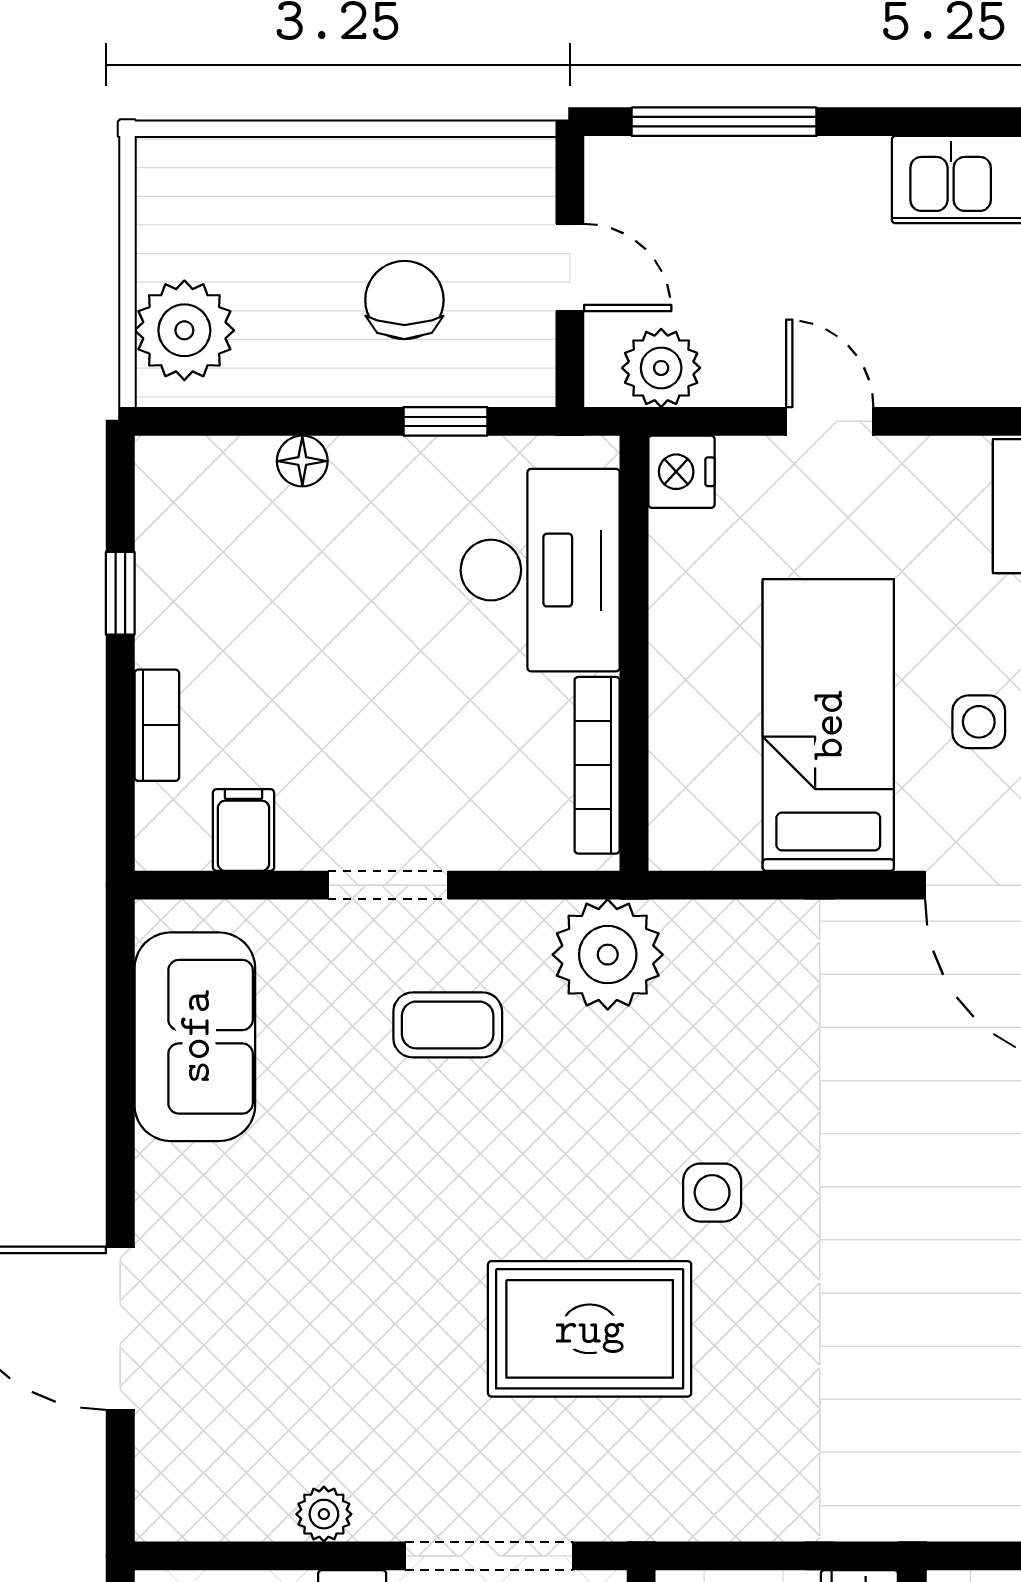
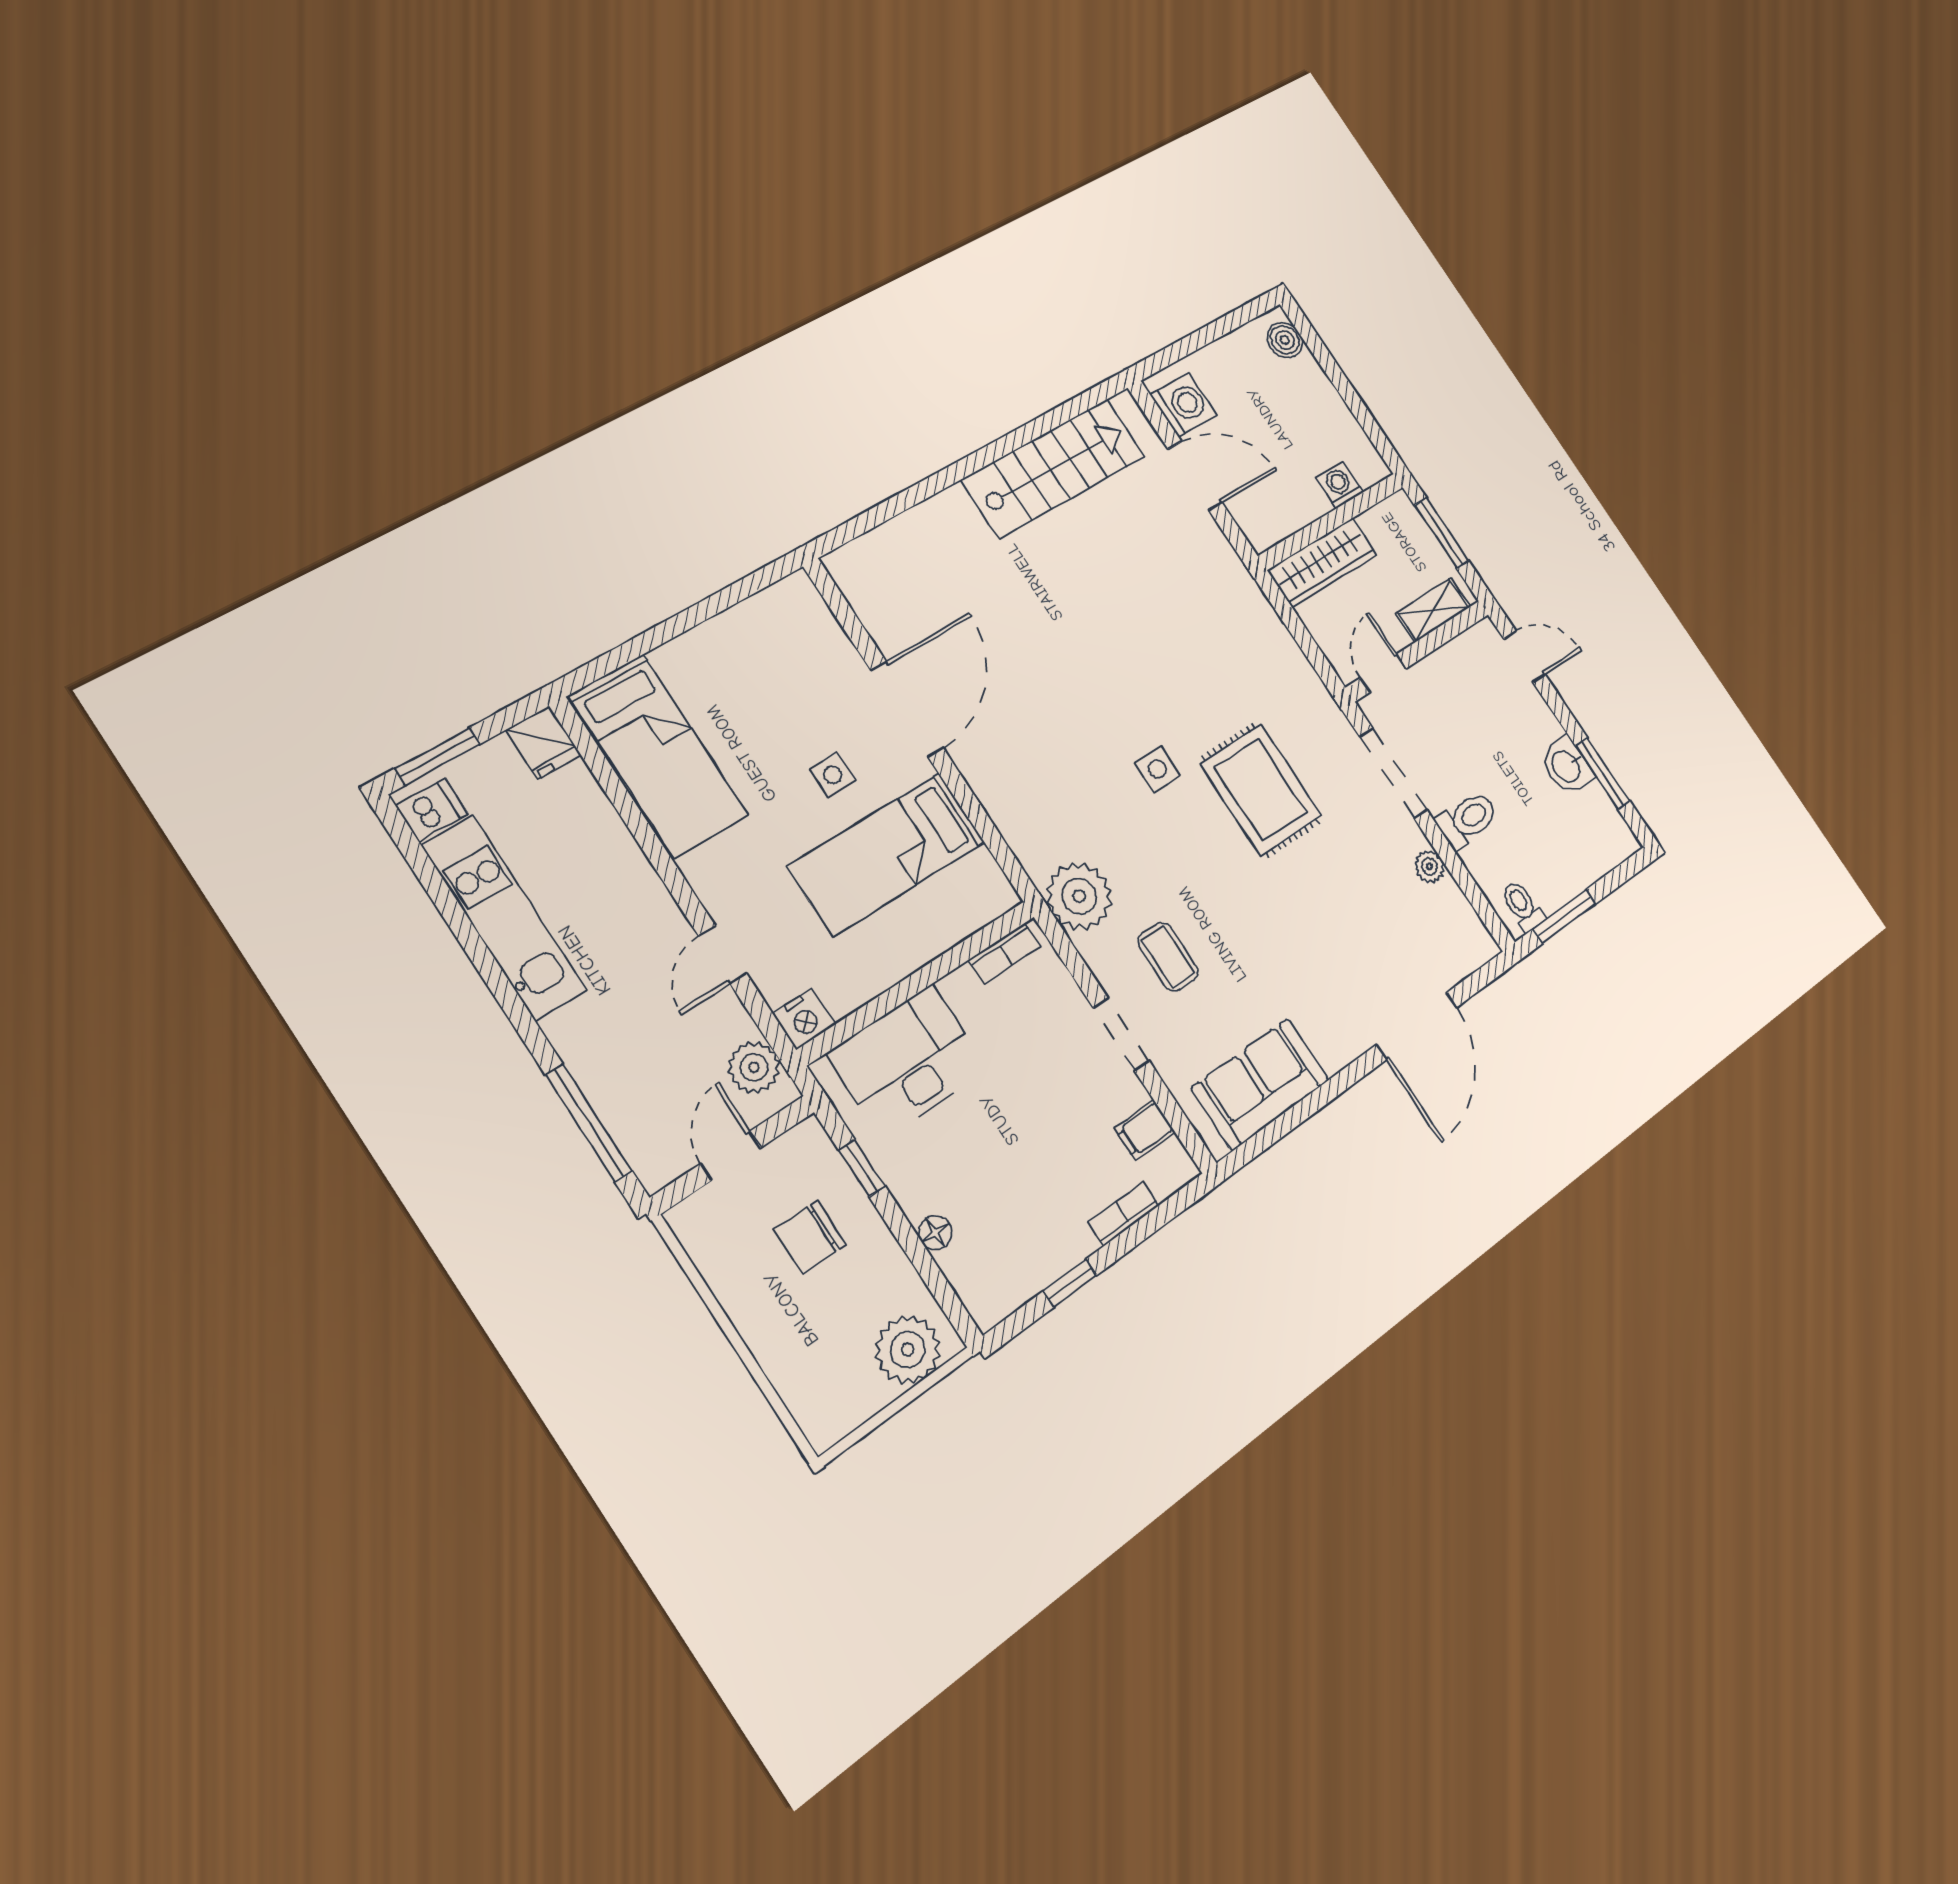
bookcase: (597, 765) -> (1005, 953), width x0.64

